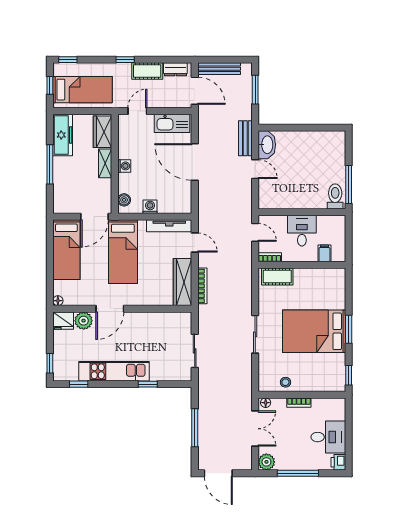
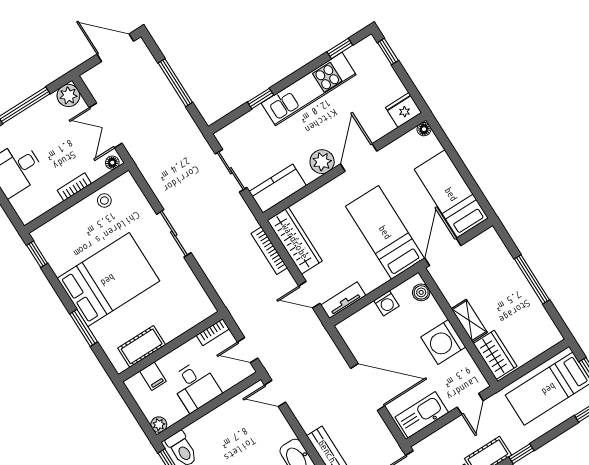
freezer: (63, 135) -> (539, 322), removed
washing machine: (124, 166) -> (443, 342), width x1.89, depth x1.89
door: (255, 169) -> (275, 394), moved
plant: (340, 221) -> (159, 425), added
tv unit: (169, 226) -> (343, 300), width x0.71
cot: (277, 277) -> (142, 346), moved
plant: (84, 321) -> (322, 162), moved
kitchen counter: (173, 321) -> (278, 189), added
window: (349, 329) -> (84, 328), moved

